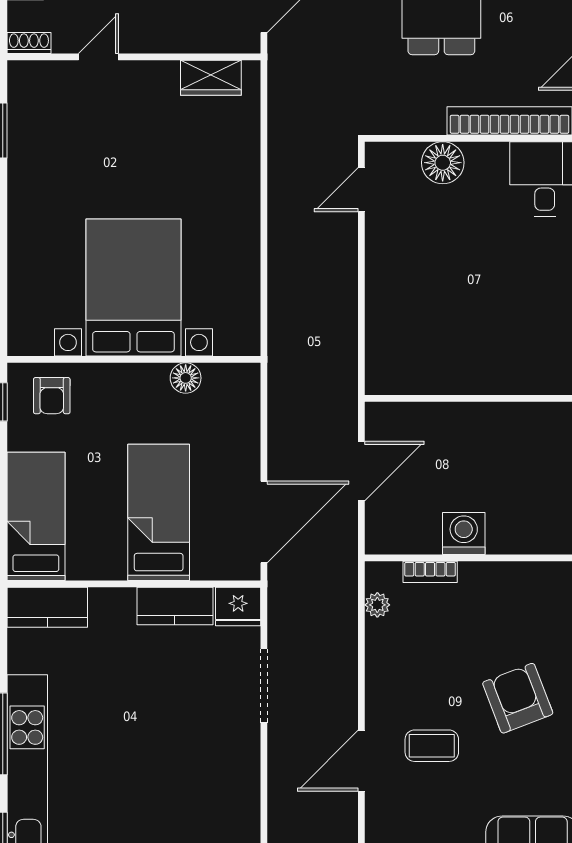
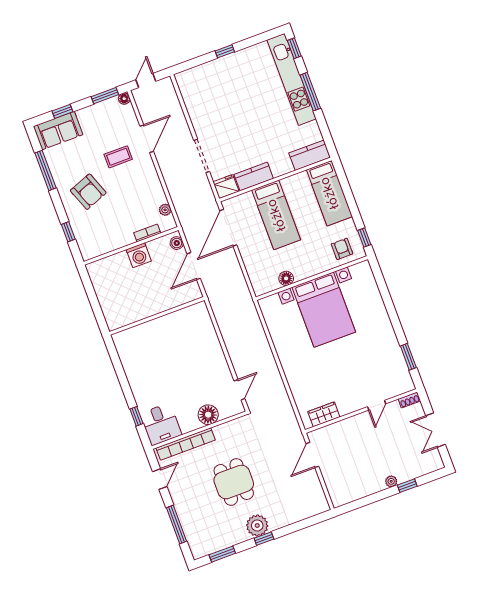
boiler: (379, 530) -> (177, 243), added

